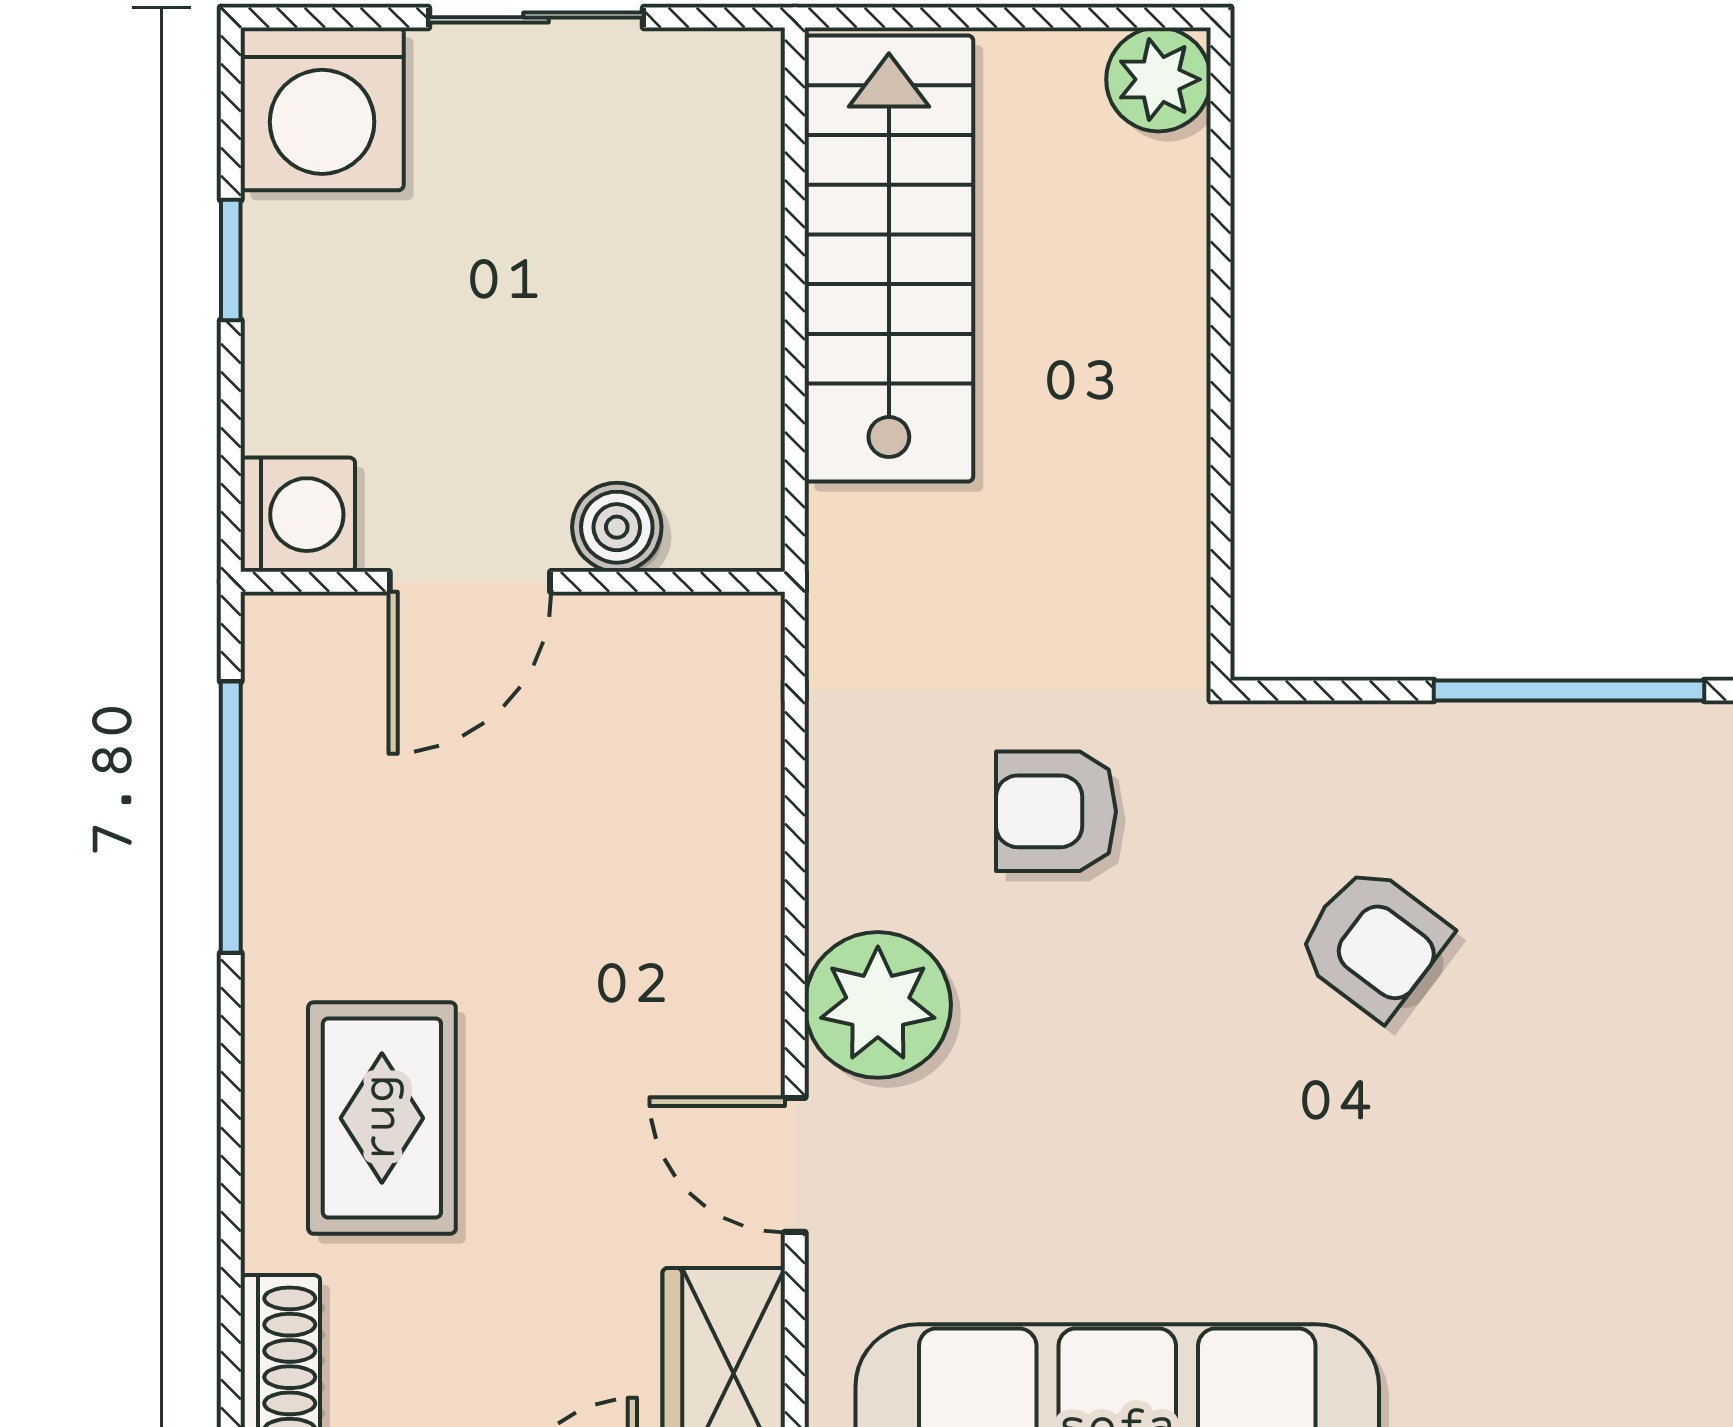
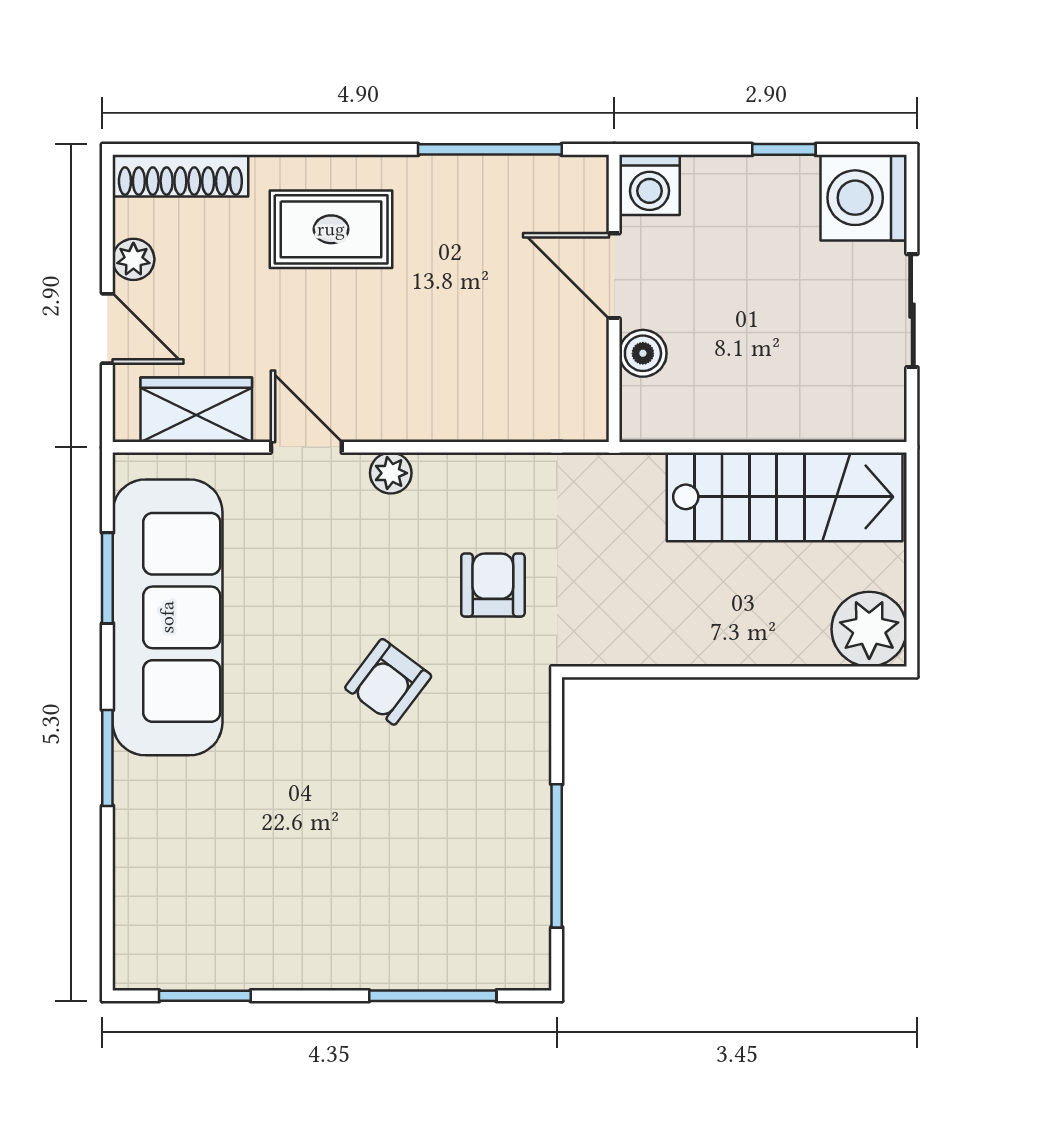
plant: (1158, 79) -> (869, 629), width x1.36, depth x1.36
armchair: (1373, 942) -> (388, 682), moved
plant: (878, 1005) -> (391, 473), width x0.53, depth x0.53
door: (795, 1165) -> (306, 447), hinge flipped

